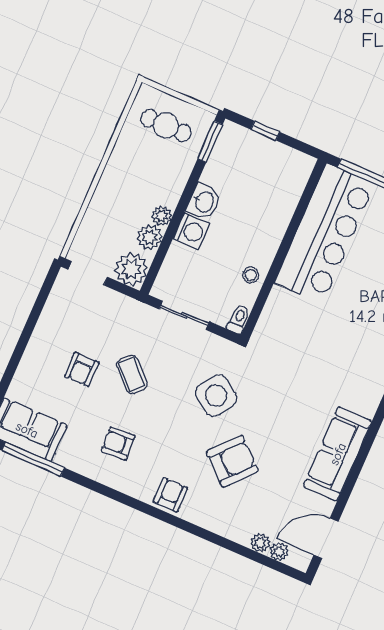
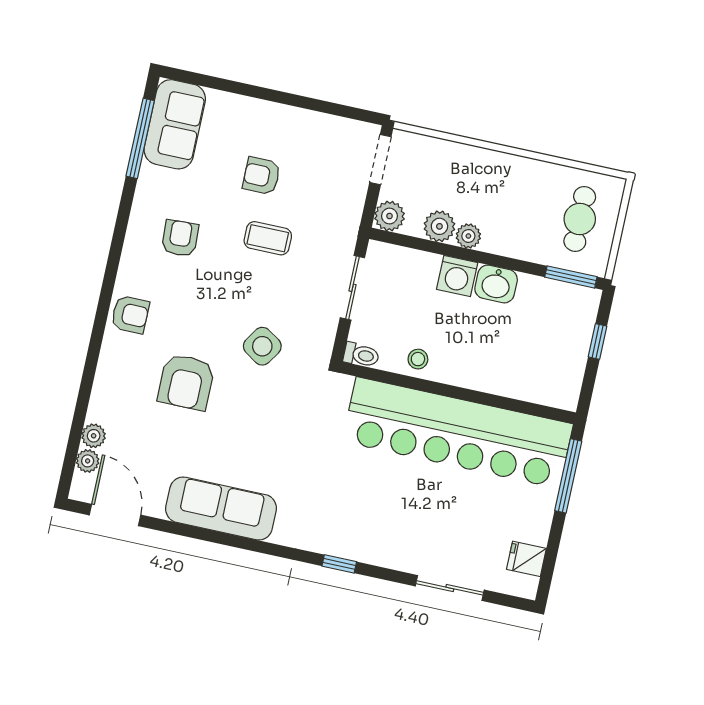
bar counter: (325, 233) -> (458, 433), width x1.36
plant: (131, 269) -> (390, 216), width x0.73, depth x0.73
coffee table: (132, 374) -> (268, 238), turned 46
side table: (216, 396) -> (262, 346), width x0.73, depth x0.73
armchair: (232, 461) -> (186, 382), turned 48

